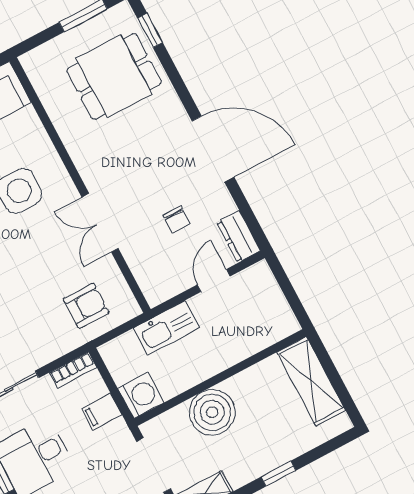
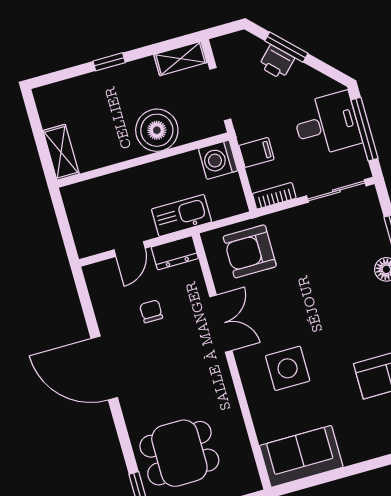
dresser: (239, 236) -> (175, 253), moved, turned 90
armchair: (86, 306) -> (250, 251), width x1.38, depth x1.38
shelving: (311, 381) -> (61, 152), width x0.67, depth x0.75

